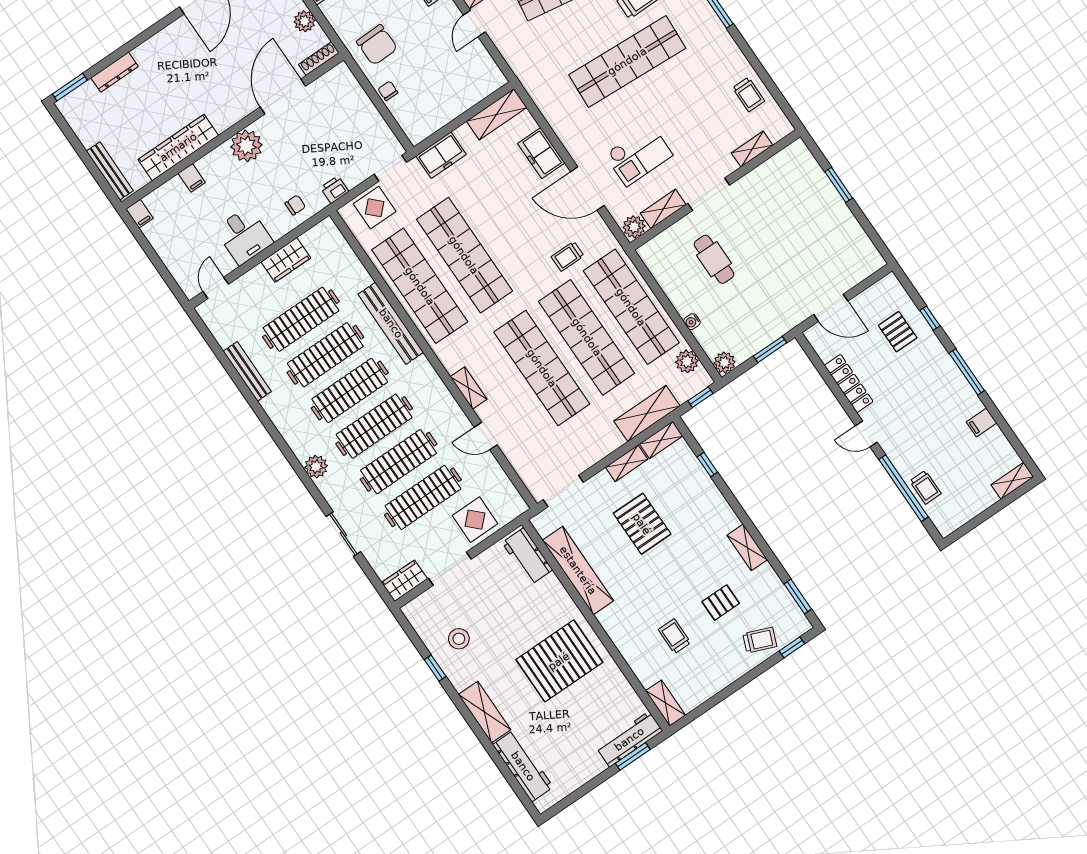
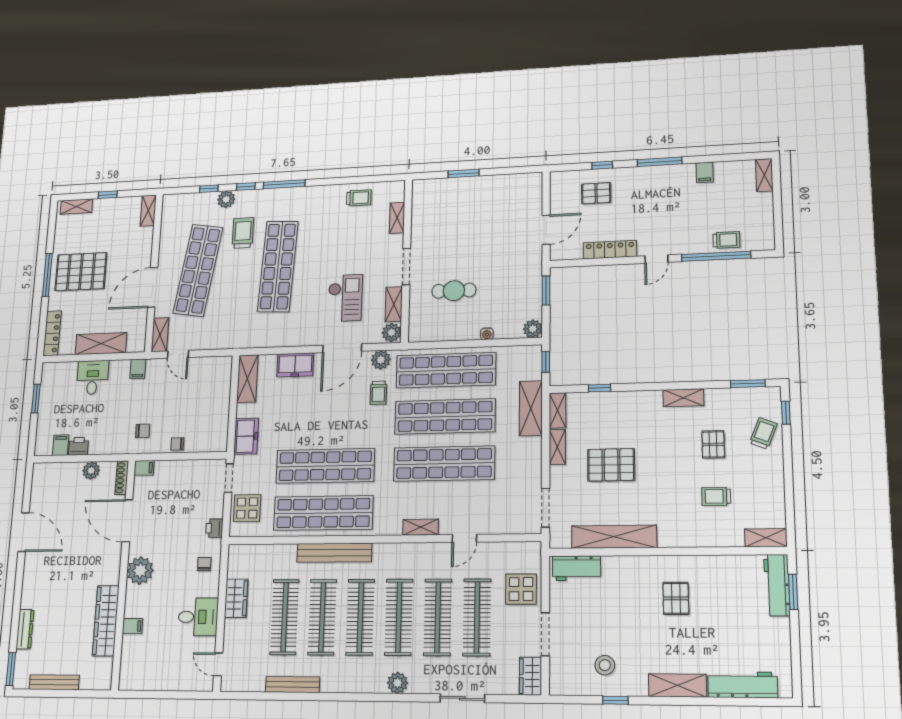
chair: (377, 45) -> (143, 431), width x0.54, depth x0.54
bench: (110, 171) -> (54, 682), moved
filing cabinet: (140, 214) -> (144, 468), moved
plant: (687, 361) -> (381, 360), moved
pallet: (559, 661) -> (676, 598), width x0.49, depth x0.50

